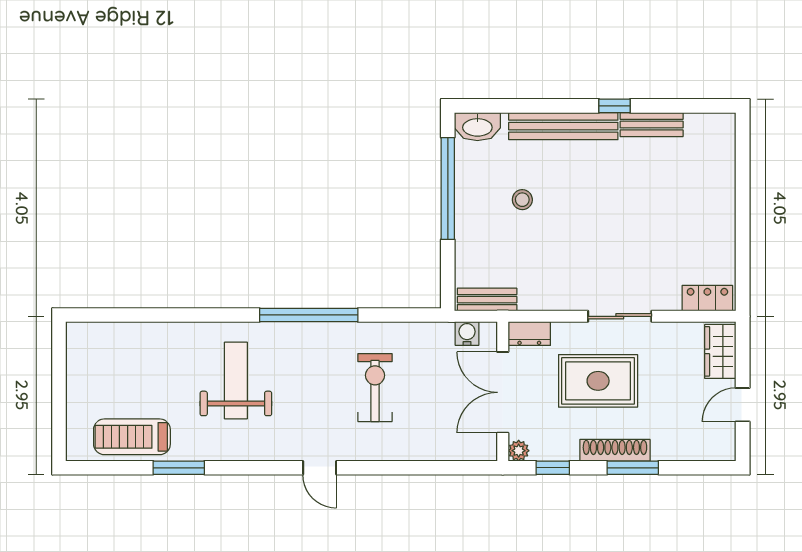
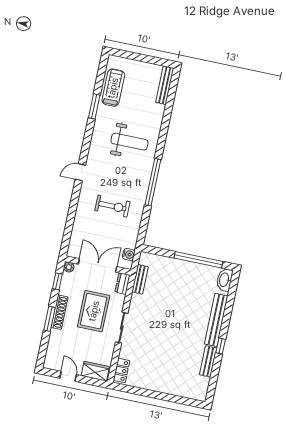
stool: (522, 200) -> (186, 294), removed
bench: (487, 300) -> (140, 279), moved
bench: (105, 333) -> (165, 85), added

